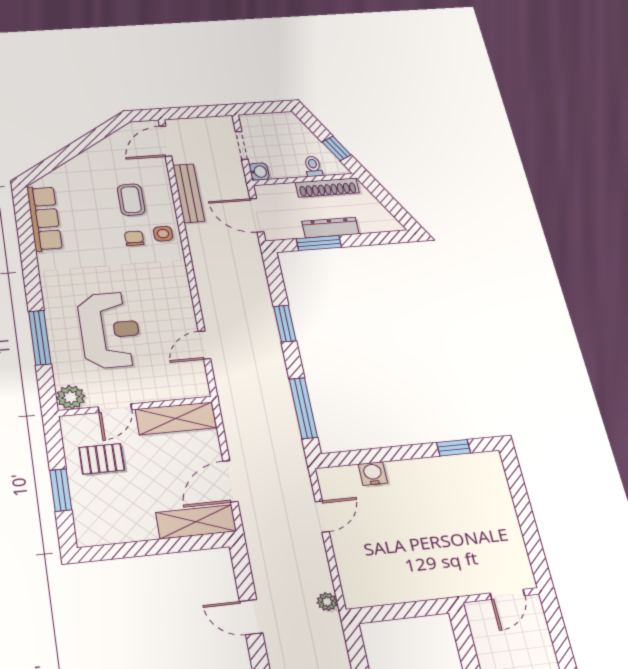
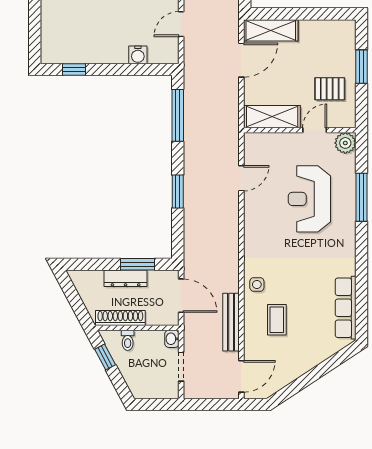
chair: (134, 238) -> (280, 282), removed

